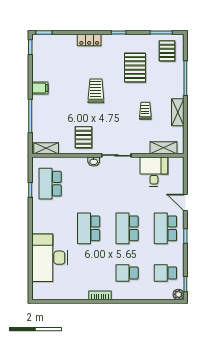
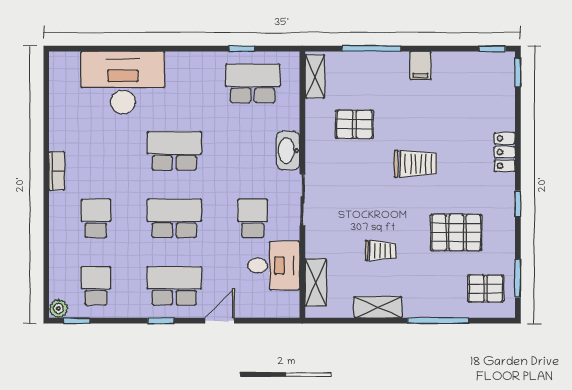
pallet: (84, 137) -> (354, 124), moved
washbasin: (94, 162) -> (288, 151), width x1.91, depth x1.45
school desk: (127, 184) -> (253, 218), added

